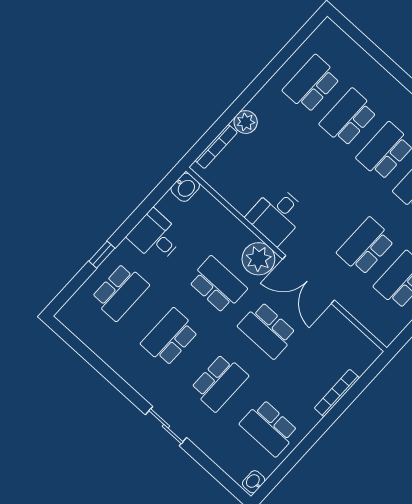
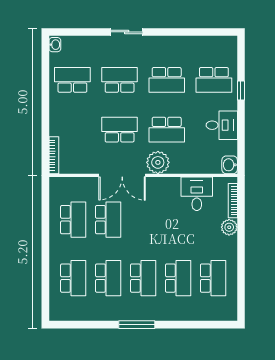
desk: (277, 215) -> (197, 194), moved
double door: (309, 280) -> (122, 175), swing flipped
school desk: (120, 292) -> (214, 80), turned -90
school desk: (170, 337) -> (167, 80), turned 90
school desk: (219, 383) -> (120, 80), turned 90
bookcase: (337, 393) -> (54, 155), moved

